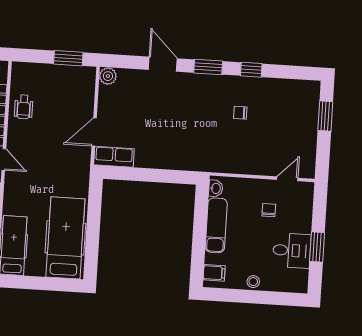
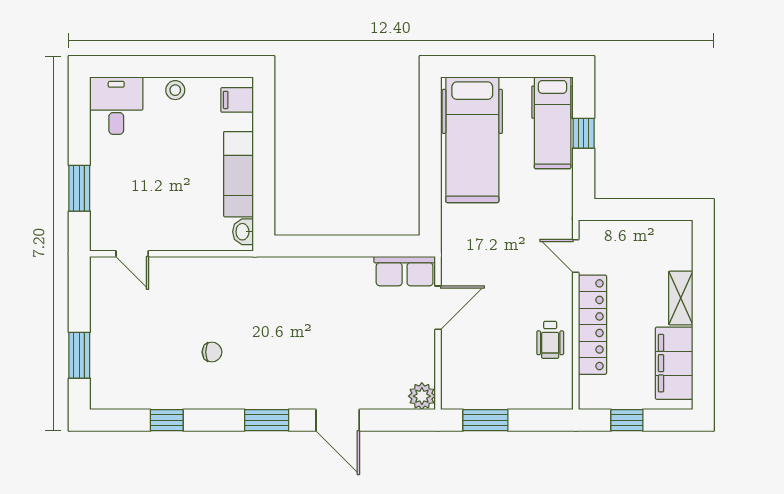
window: (251, 70) -> (167, 420), moved
wheelchair: (24, 107) -> (550, 340), turned 180
door: (287, 179) -> (132, 254), hinge flipped
chair: (269, 210) -> (158, 203), removed
window: (317, 247) -> (79, 188), moved
desk: (292, 251) -> (116, 106), moved, turned 90

